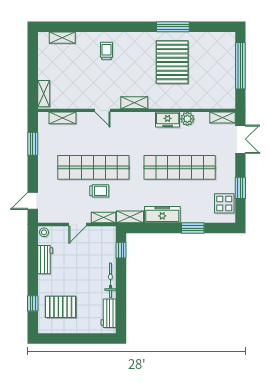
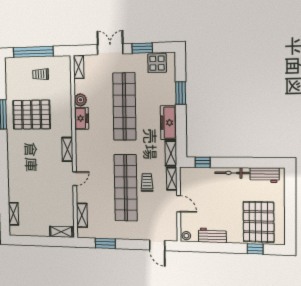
trolley: (107, 51) -> (41, 74), moved
double door: (240, 139) -> (110, 49), moved
pallet: (61, 307) -> (258, 222), width x1.37, depth x1.41

